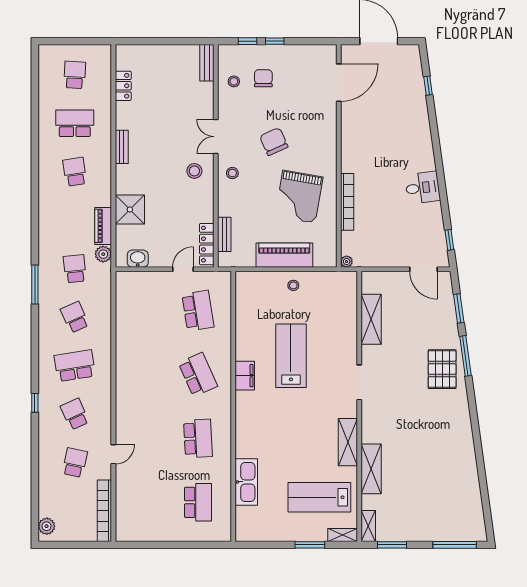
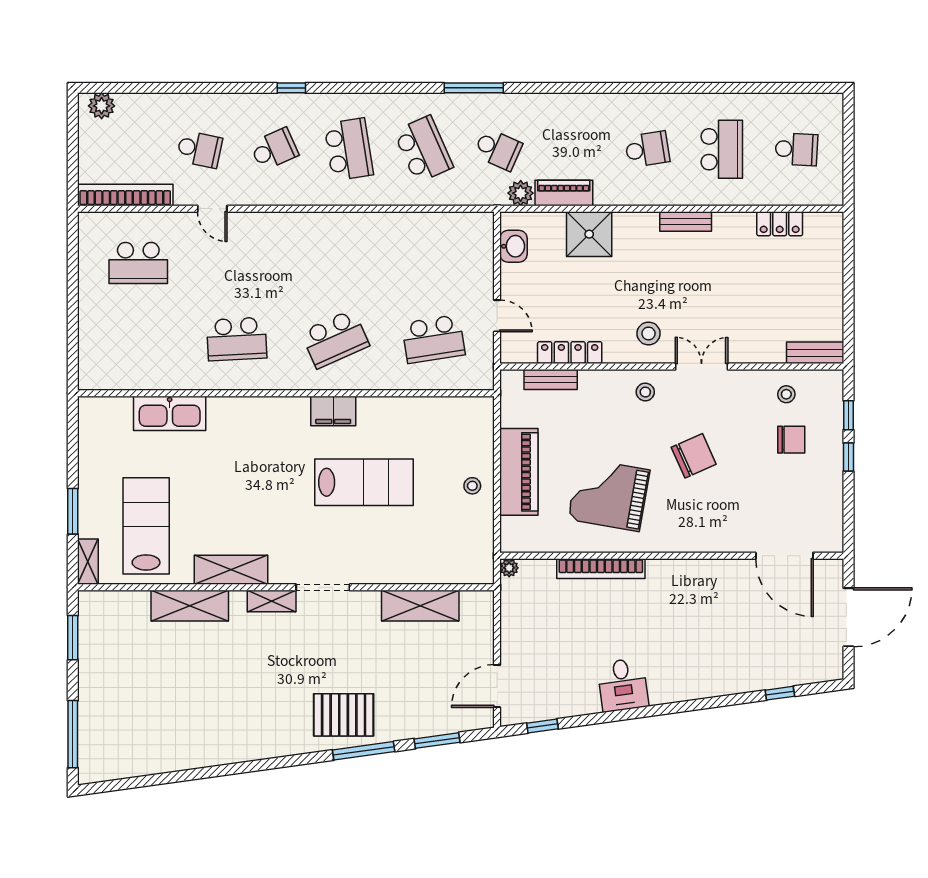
locker: (207, 244) -> (570, 353), moved
school desk: (75, 269) -> (498, 149), turned 30
school desk: (75, 317) -> (423, 149), width x1.85
school desk: (198, 502) -> (138, 263), moved
shelving: (368, 526) -> (272, 601), moved

